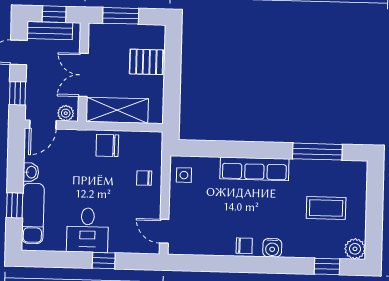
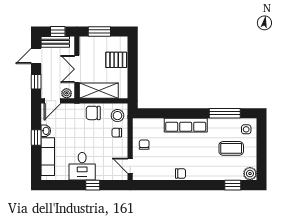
stool: (146, 151) -> (117, 116), added
side table: (184, 175) -> (246, 129), moved
chair: (187, 198) -> (144, 145), added
window: (15, 205) -> (36, 137), moved
water cooler: (272, 248) -> (198, 174), removed

